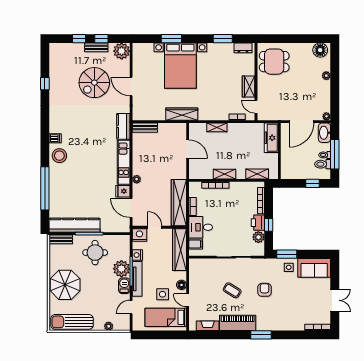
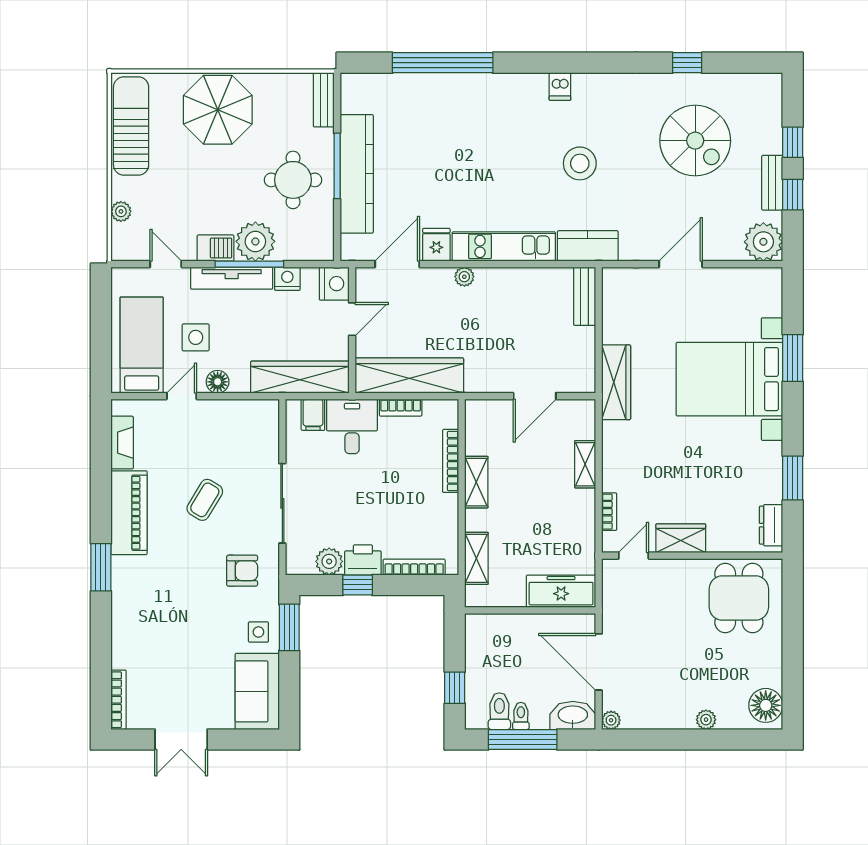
spiral stairs: (94, 83) -> (695, 141), moved, turned 180
stool: (59, 156) -> (580, 163), moved
kitchen counter: (75, 225) -> (357, 174), moved
armchair: (265, 290) -> (242, 571), moved

